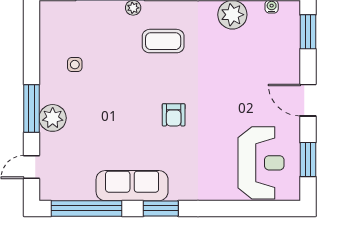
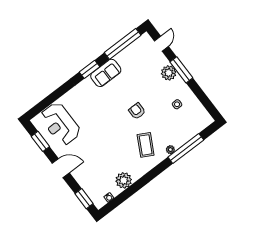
coffee table: (163, 41) -> (146, 145), turned -62
armchair: (174, 115) -> (137, 111), moved
sofa: (132, 186) -> (106, 73), width x0.73

